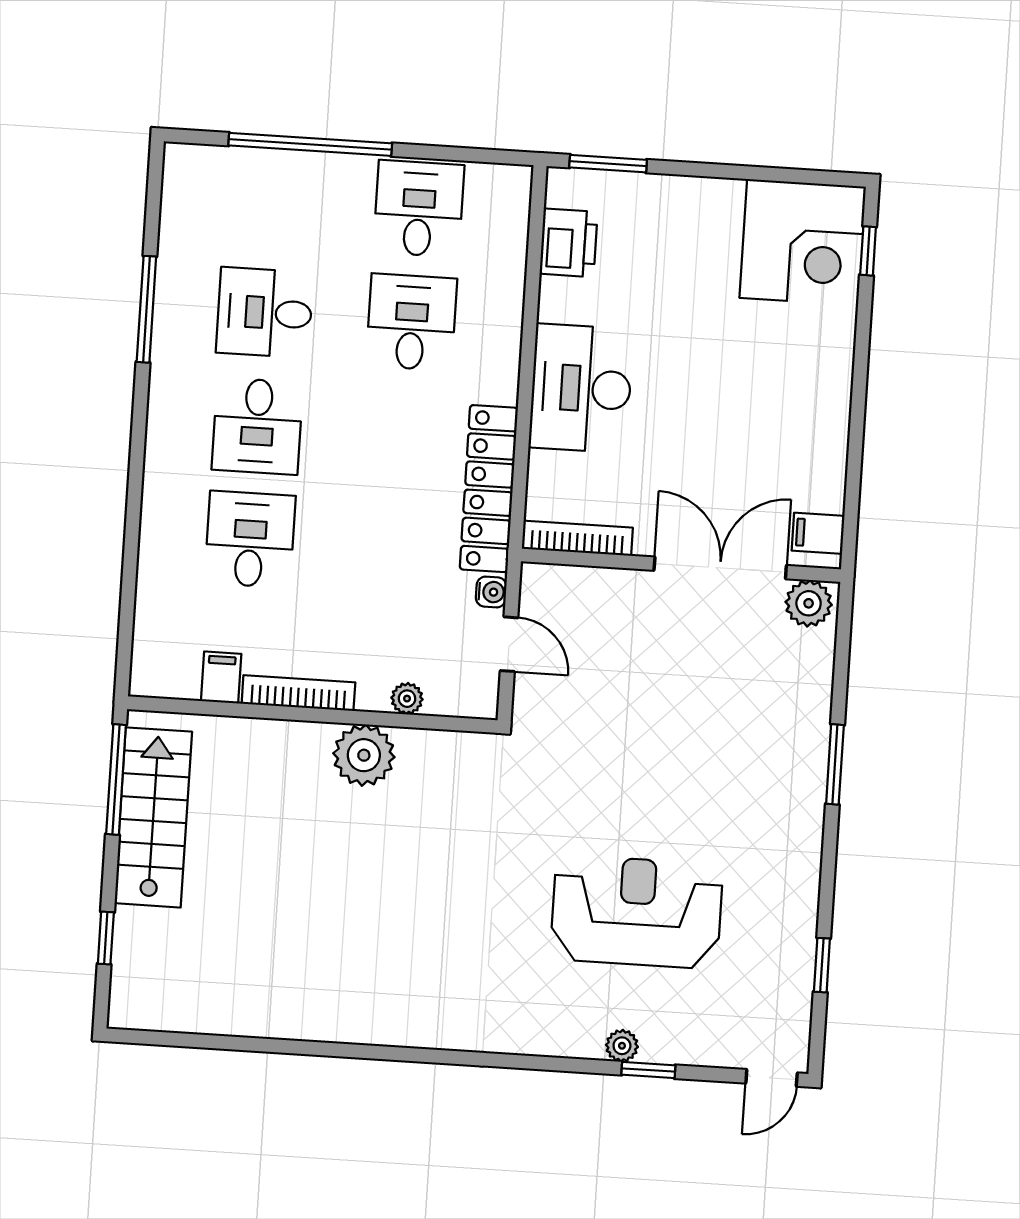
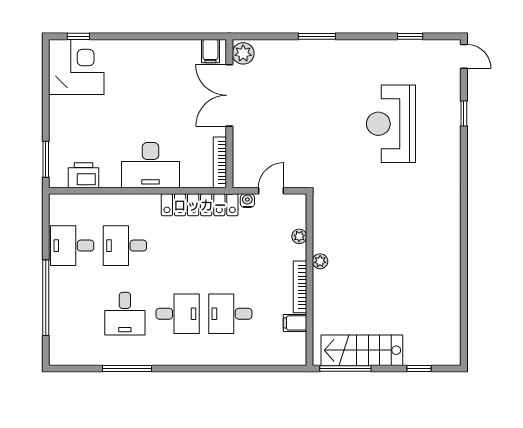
plant: (364, 755) -> (320, 261), width x0.53, depth x0.53
plant: (622, 1046) -> (453, 126), removed

